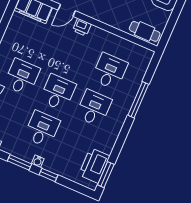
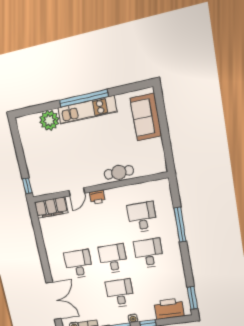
cafe table: (145, 31) -> (119, 172), moved
printer: (94, 165) -> (169, 309), moved, turned 90

